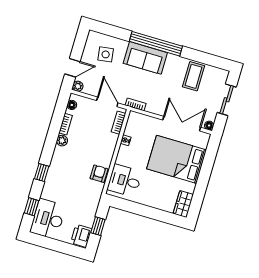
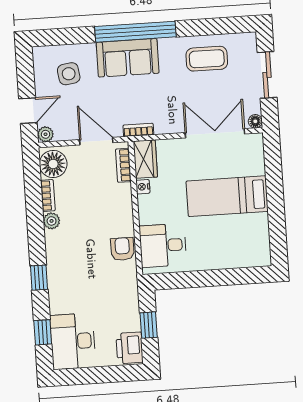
coffee table: (193, 76) -> (207, 59), turned 90
floor lamp: (72, 105) -> (53, 164), width x1.89, depth x1.89
bed: (177, 159) -> (227, 196), width x0.67
wardrobe: (183, 204) -> (145, 159), moved, turned 180

